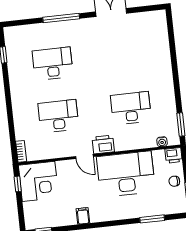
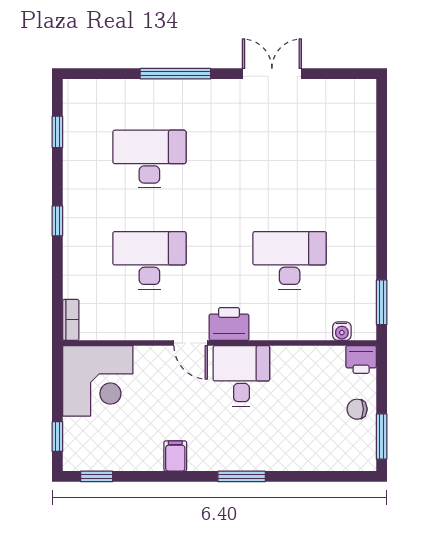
window: (8, 101) -> (57, 221), added
desk: (126, 174) -> (241, 376), width x0.53, depth x0.77
window: (18, 184) -> (57, 437), moved
window: (152, 219) -> (242, 476), moved

